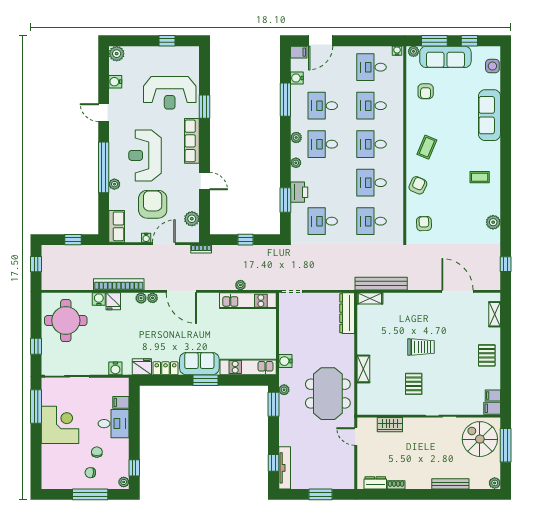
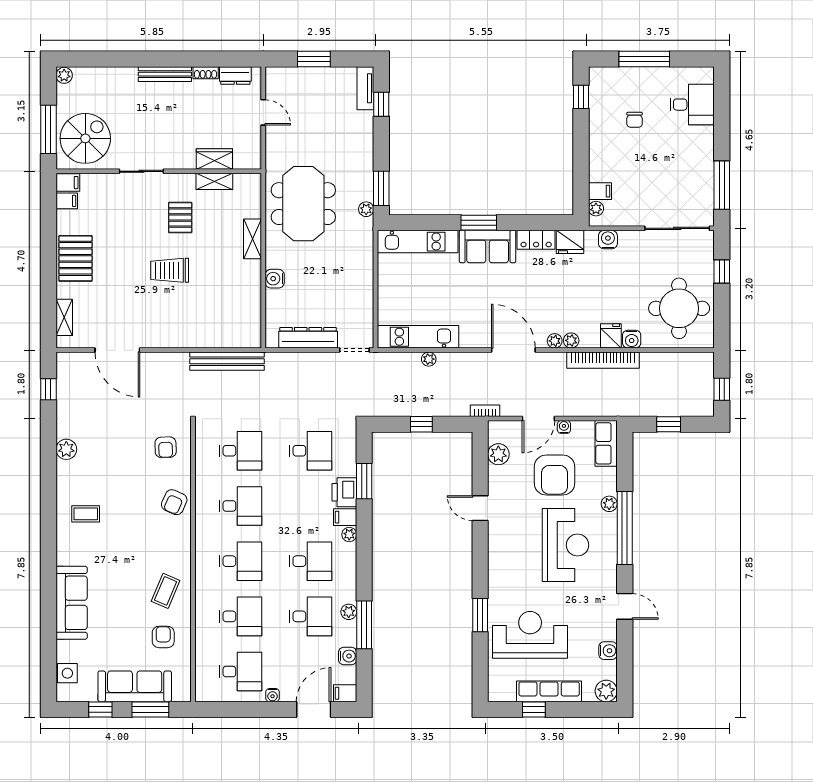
water cooler: (397, 51) -> (273, 695), moved
plant: (413, 51) -> (181, 694), removed
plant: (296, 137) -> (349, 612), moved
row of seats: (192, 141) -> (549, 691), moved, turned -90
coffee table: (427, 147) -> (166, 591), moved
filing cabinet: (299, 175) -> (345, 517), added
shelving: (370, 298) -> (214, 181), moved
dresser: (347, 313) -> (308, 338), moved, turned -90
pallet: (487, 355) -> (75, 258), width x1.50, depth x1.42
water cooler: (285, 361) -> (275, 279), moved, turned 180
desk: (114, 424) -> (692, 105), moved, turned 180
corner desk: (60, 425) -> (687, 159), removed
door: (356, 436) -> (263, 112), moved
spiral stairs: (480, 439) -> (85, 138), turned -90
tv unit: (285, 468) -> (365, 88), width x0.71
chair: (90, 473) -> (644, 90), removed
plant: (124, 482) -> (596, 209), moved
bench: (450, 484) -> (165, 74), moved

